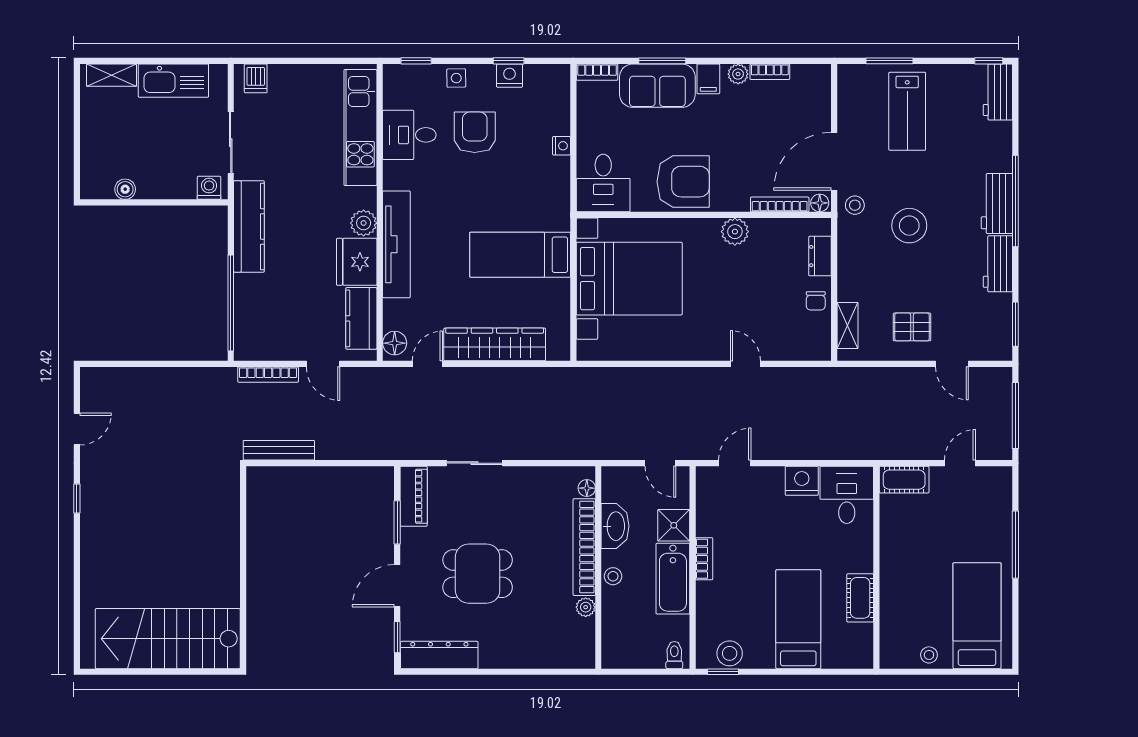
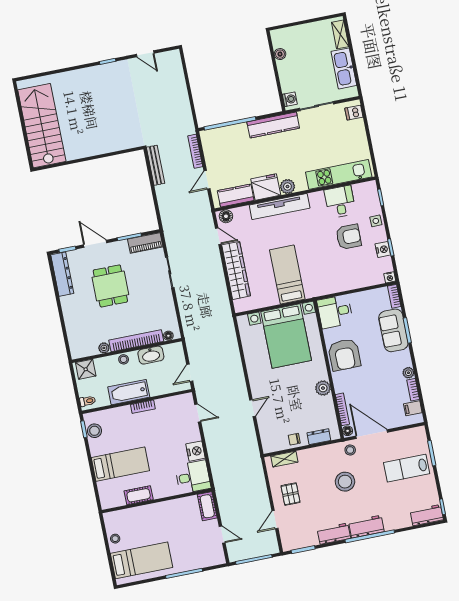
filing cabinet: (708, 79) -> (413, 408), moved
nightstand: (562, 146) -> (390, 277), moved
shower: (674, 525) -> (86, 369), moved

